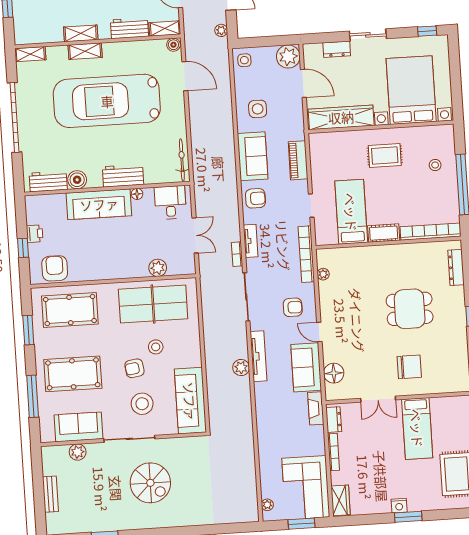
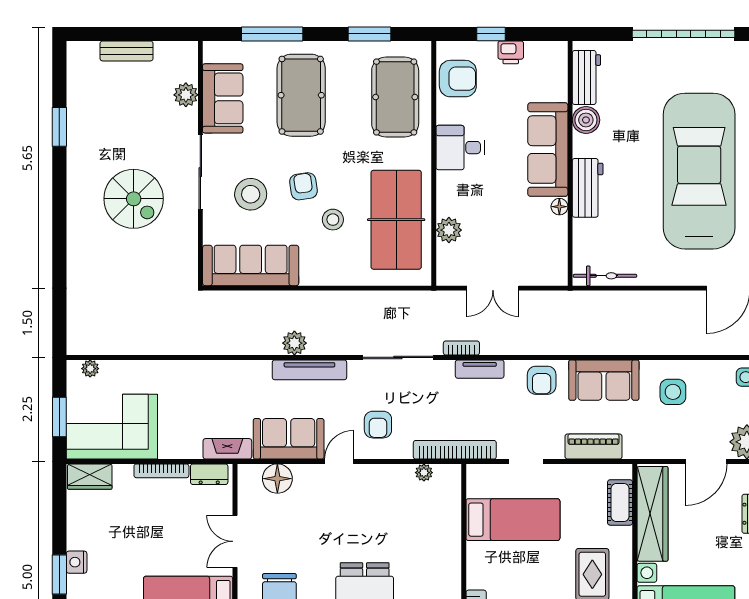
desk: (170, 202) -> (460, 148), moved, turned 180
cot: (384, 233) -> (620, 502), moved
spiral stairs: (150, 483) -> (134, 199), turned -90

